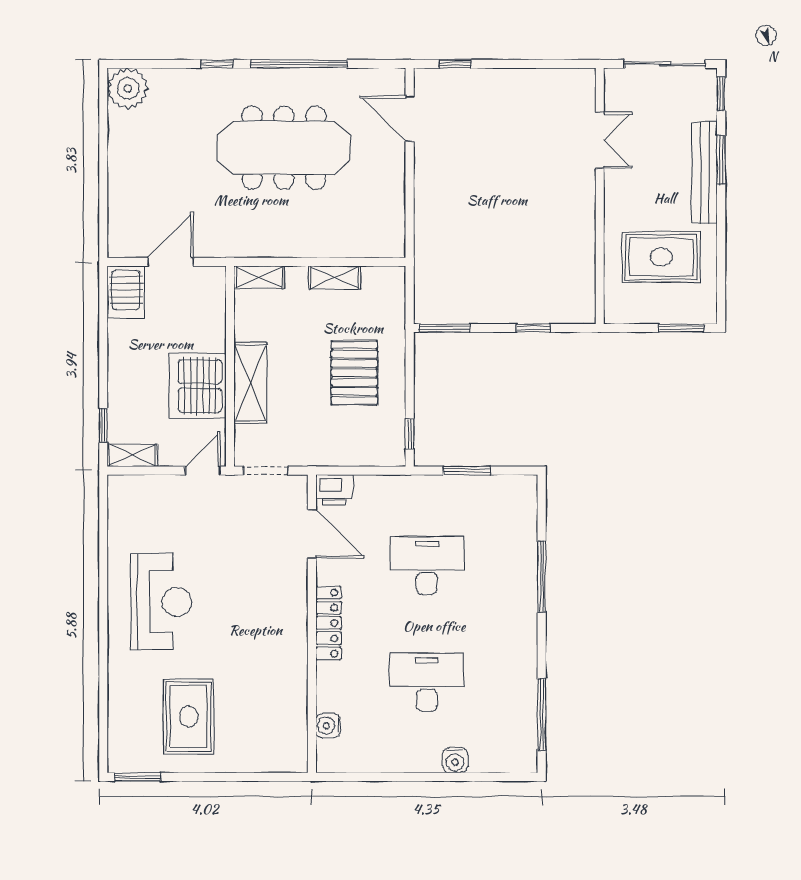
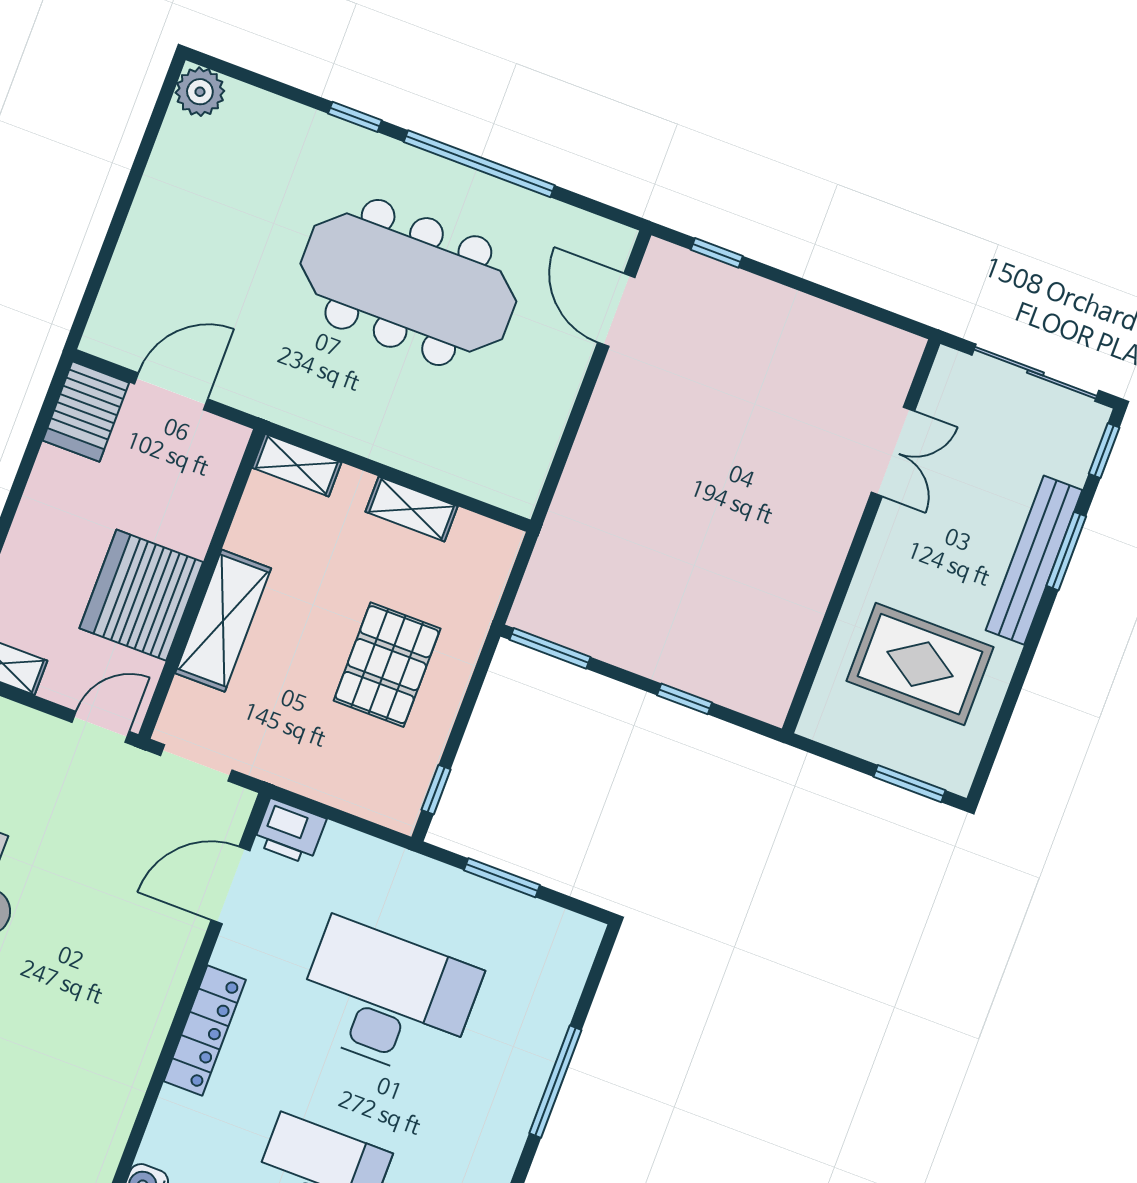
plant: (128, 88) -> (200, 92), width x0.73, depth x0.73
door: (312, 534) -> (231, 885), swing flipped
desk: (427, 565) -> (387, 999), width x1.36, depth x1.30

